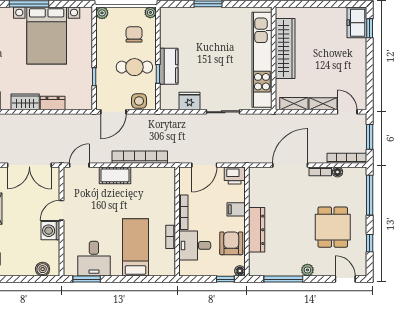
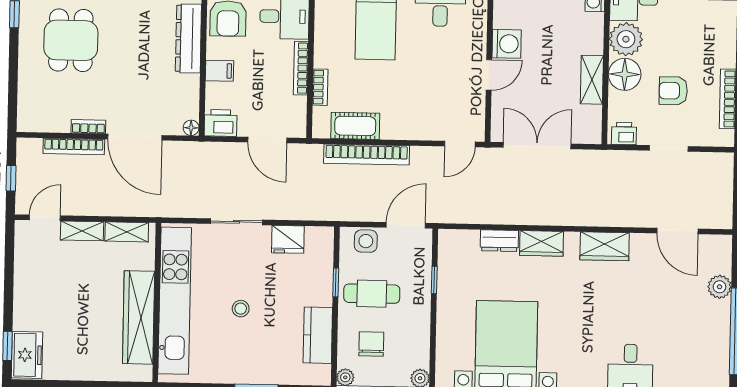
chair: (134, 34) -> (371, 344), turned 180
stool: (219, 56) -> (241, 309), added
kitchen counter: (169, 66) -> (318, 335), moved
door: (347, 112) -> (45, 218), swing flipped
window: (370, 137) -> (11, 178), width x0.67
bookcase: (347, 158) -> (74, 146), moved
door: (204, 165) -> (267, 140), swing flipped
door: (290, 165) -> (135, 137), hinge flipped
floor lamp: (337, 172) -> (191, 128), moved
cot: (115, 175) -> (355, 126), moved
window: (370, 195) -> (13, 88), removed
bookcase: (171, 237) -> (320, 87), moved

